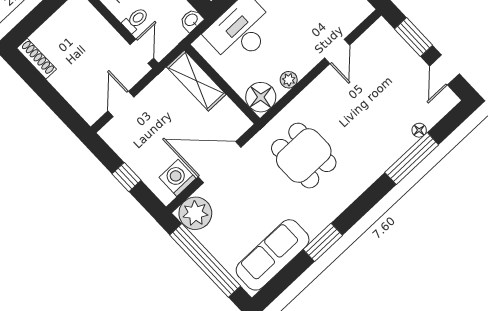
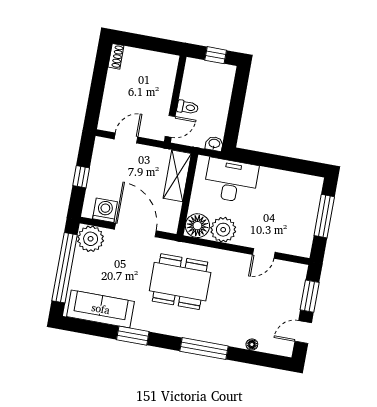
shoe rack: (37, 59) -> (116, 56), width x0.70
plant: (289, 80) -> (223, 230), width x1.88, depth x1.88
dining table: (304, 156) -> (180, 282), width x1.38
window: (412, 159) -> (204, 349), moved

